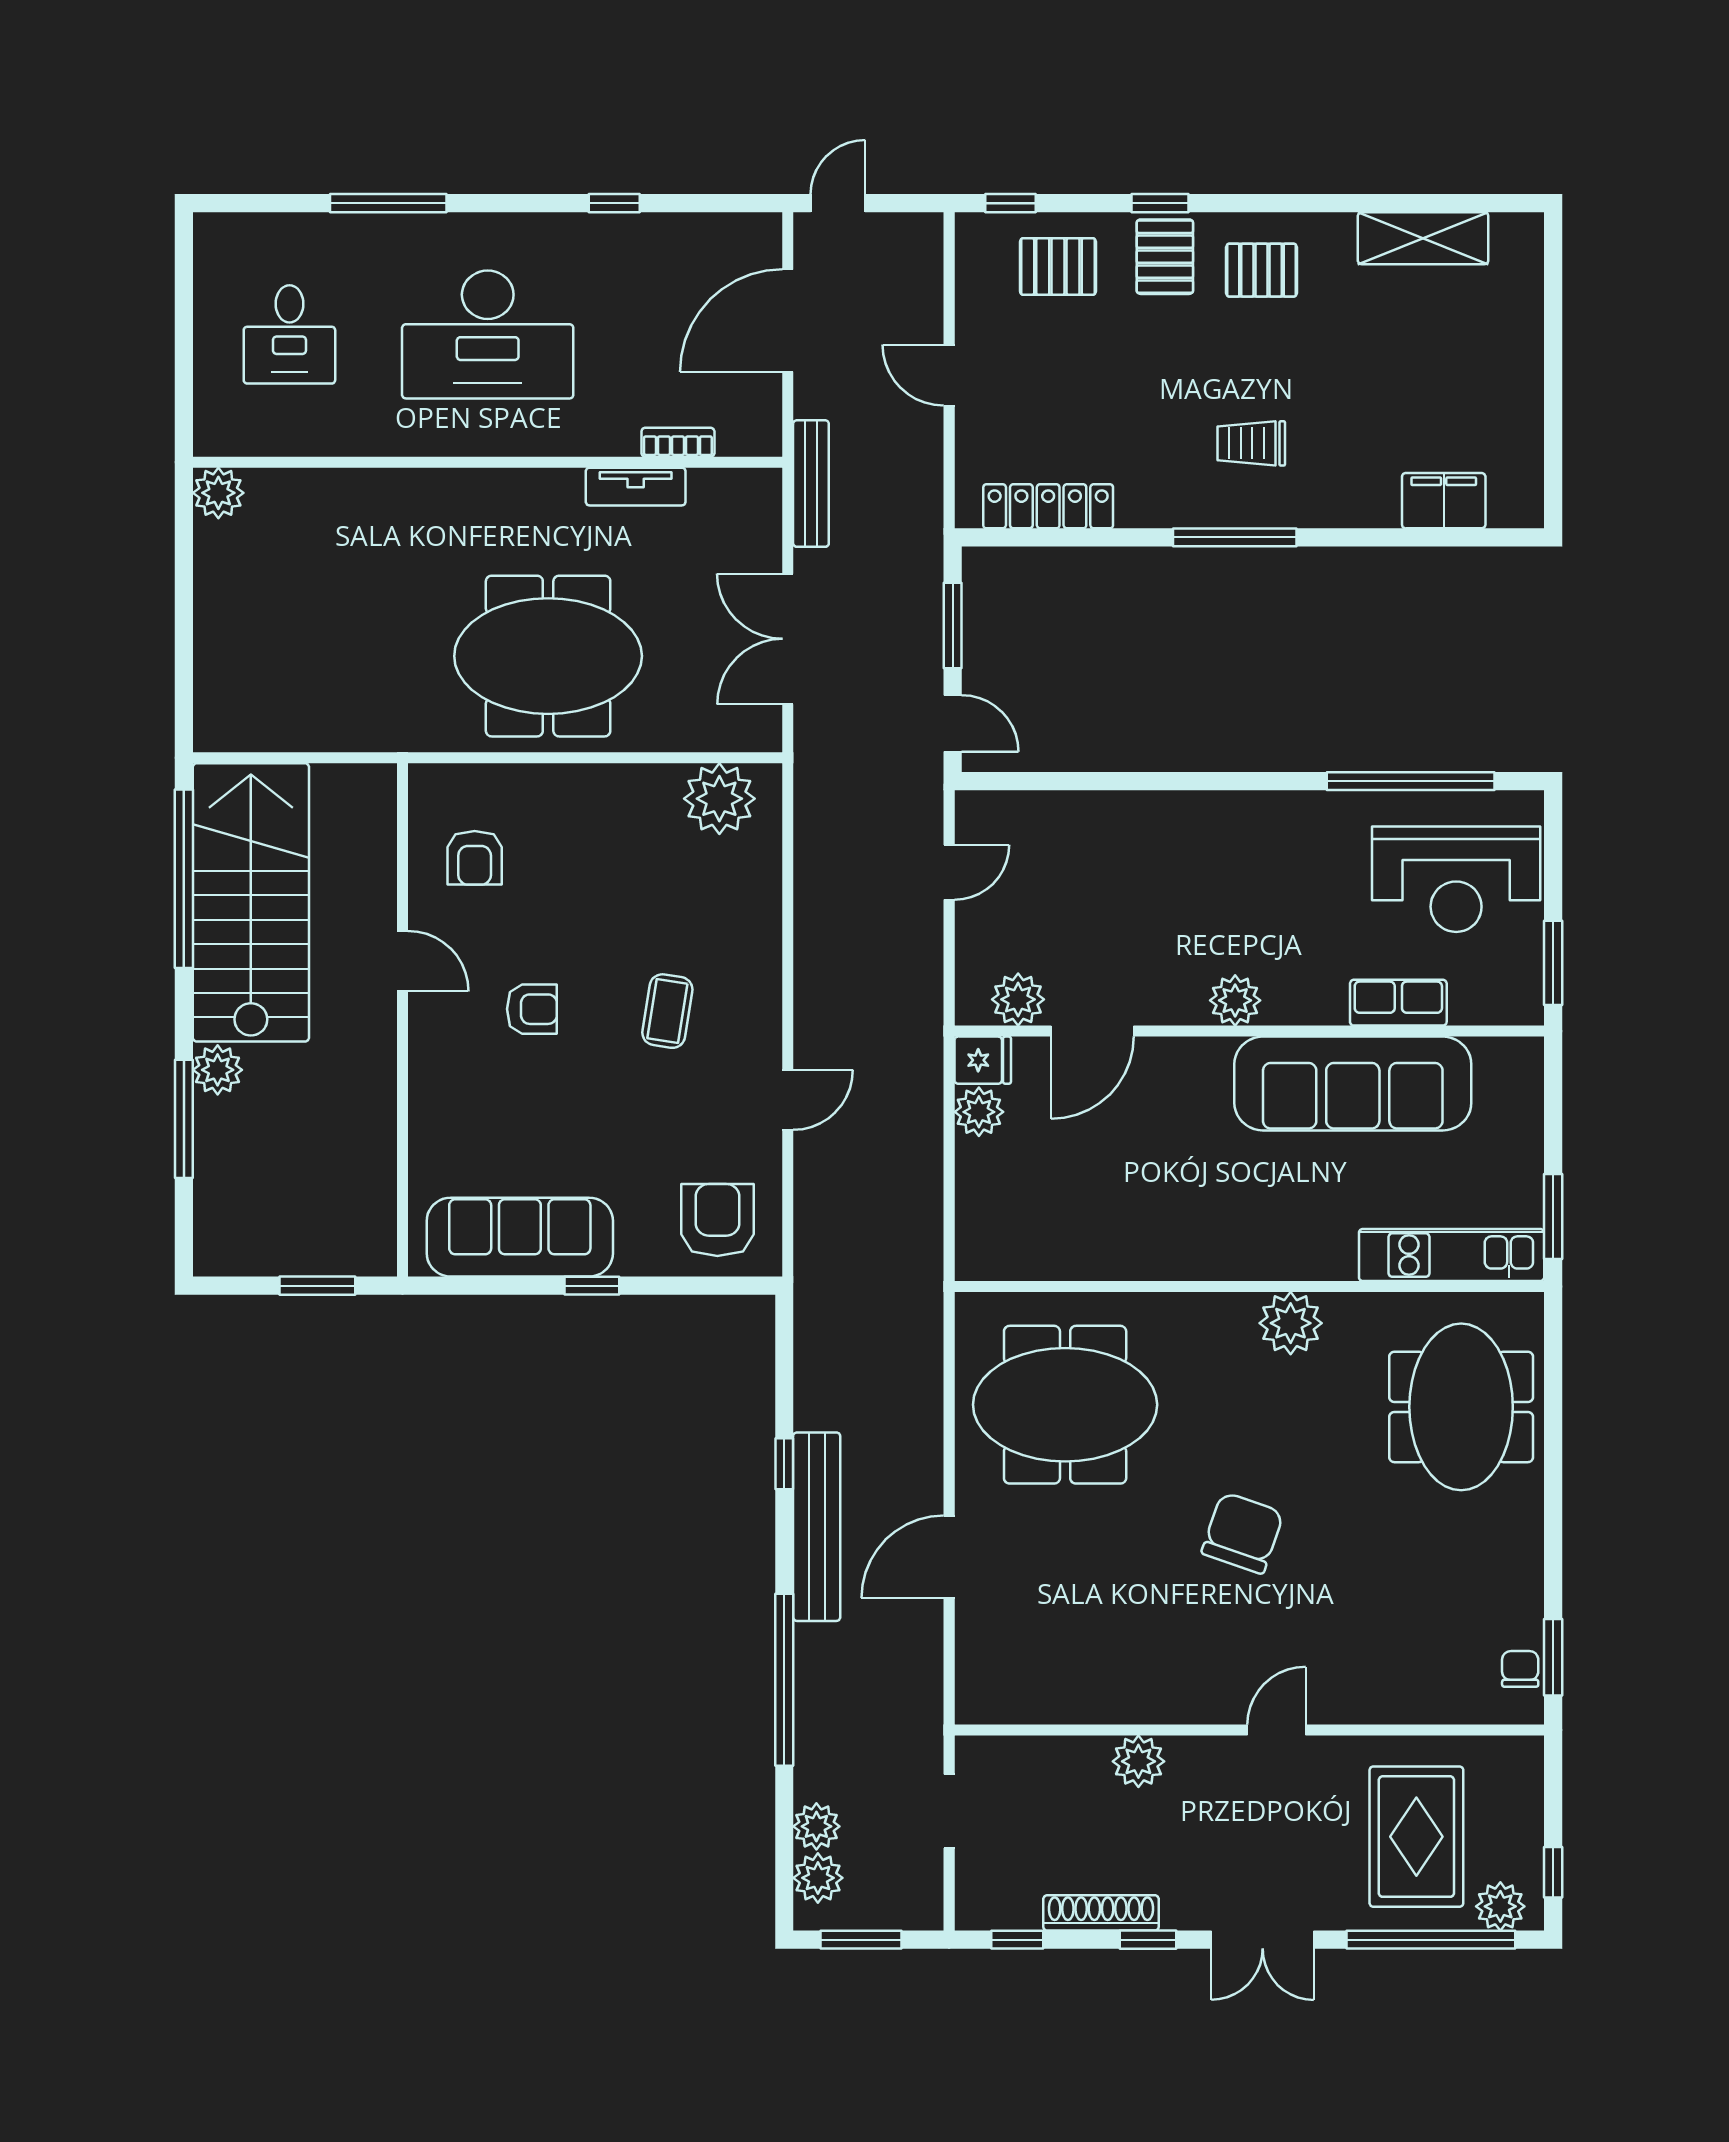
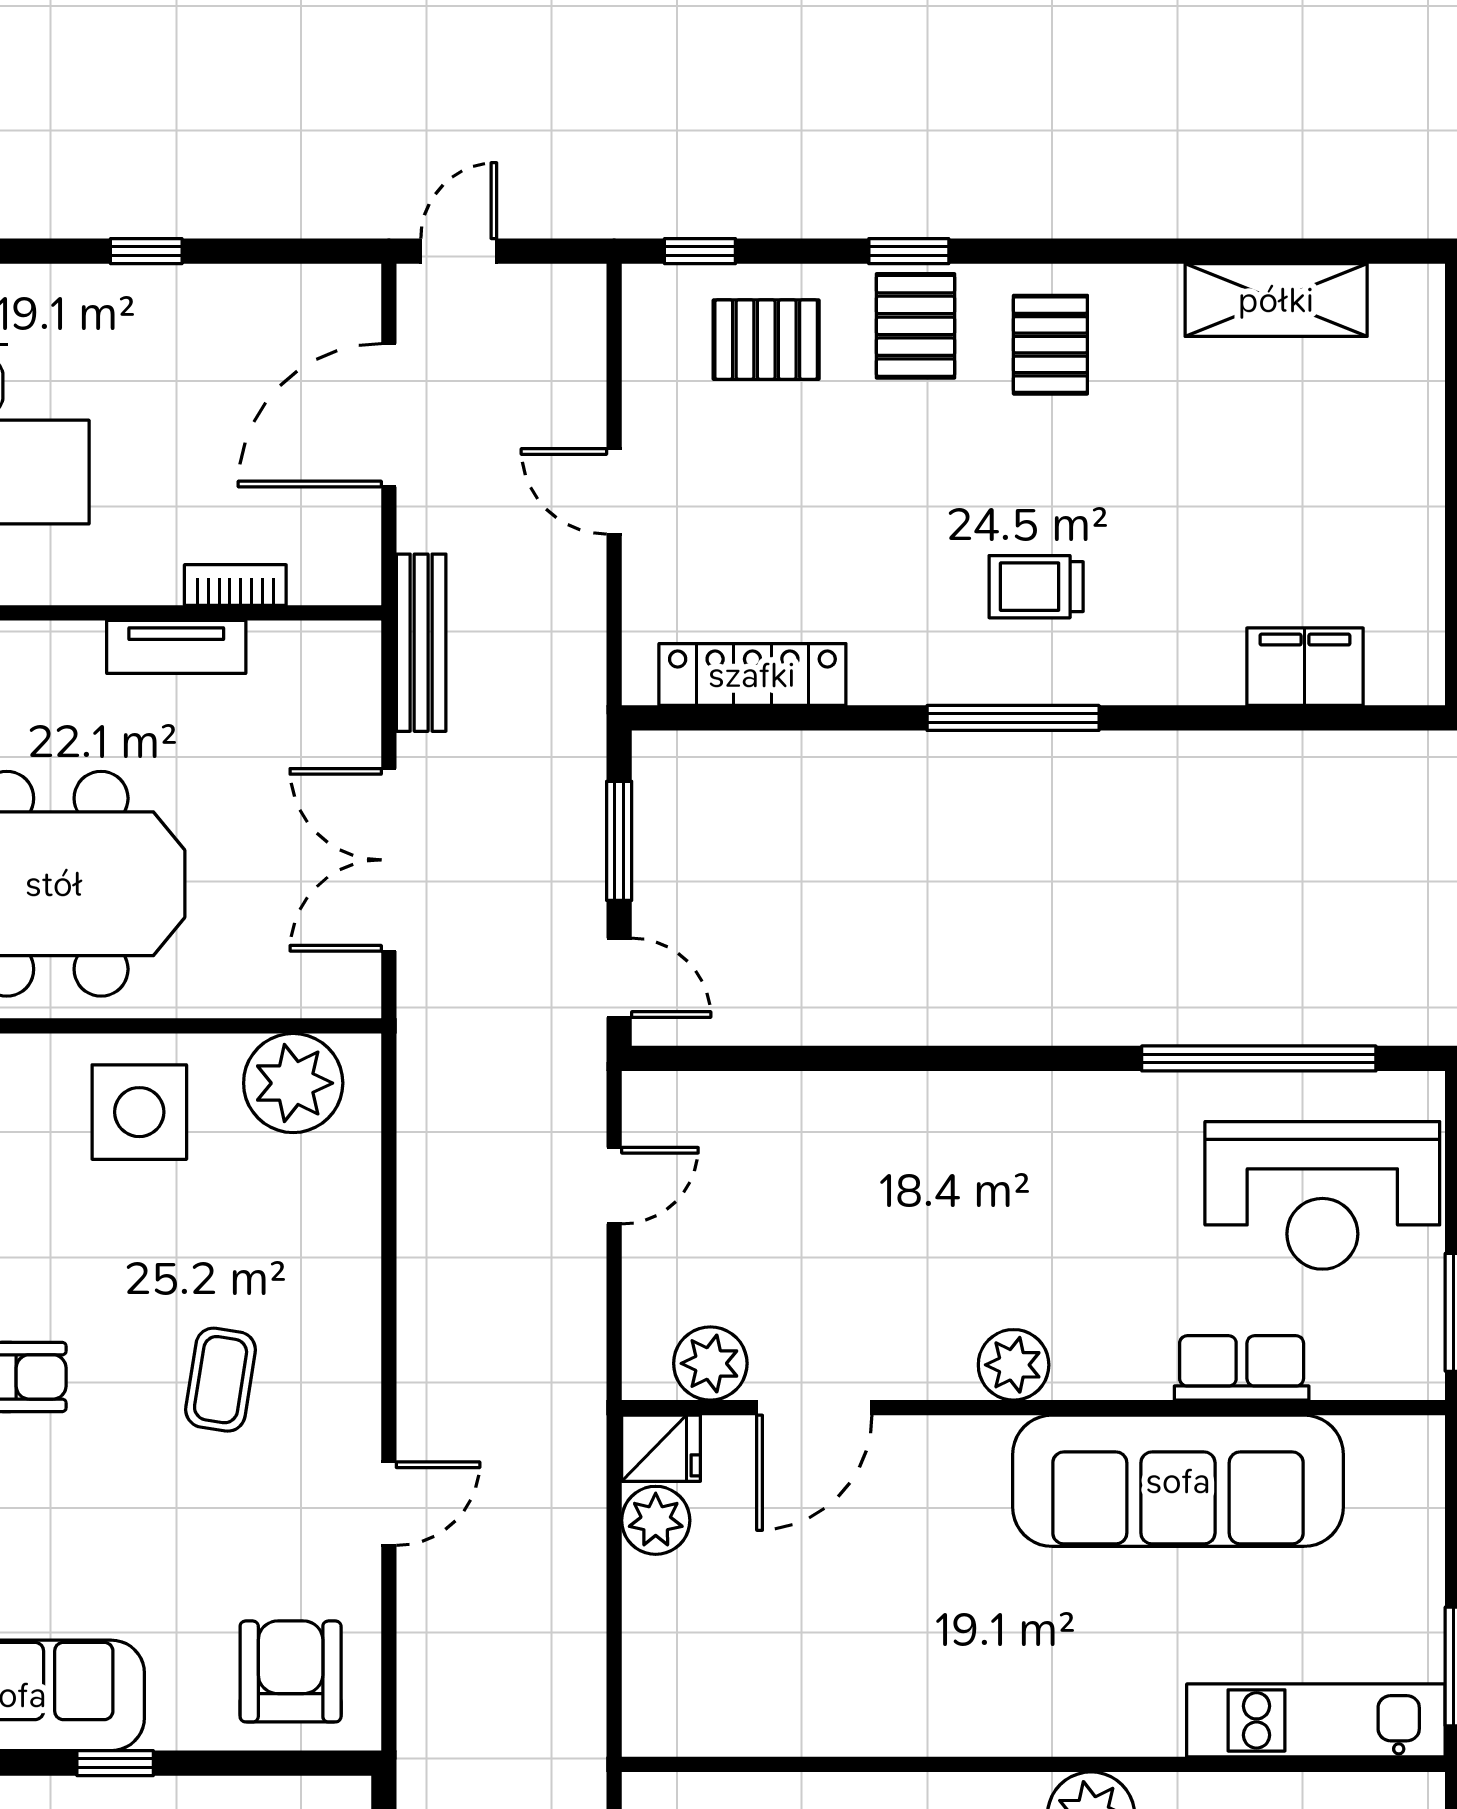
pallet: (1261, 270) -> (1050, 345), turned 90
side table: (609, 820) -> (139, 1112), added

